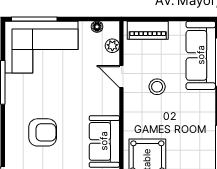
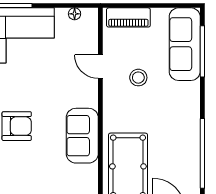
plant: (112, 46) -> (91, 34), removed

